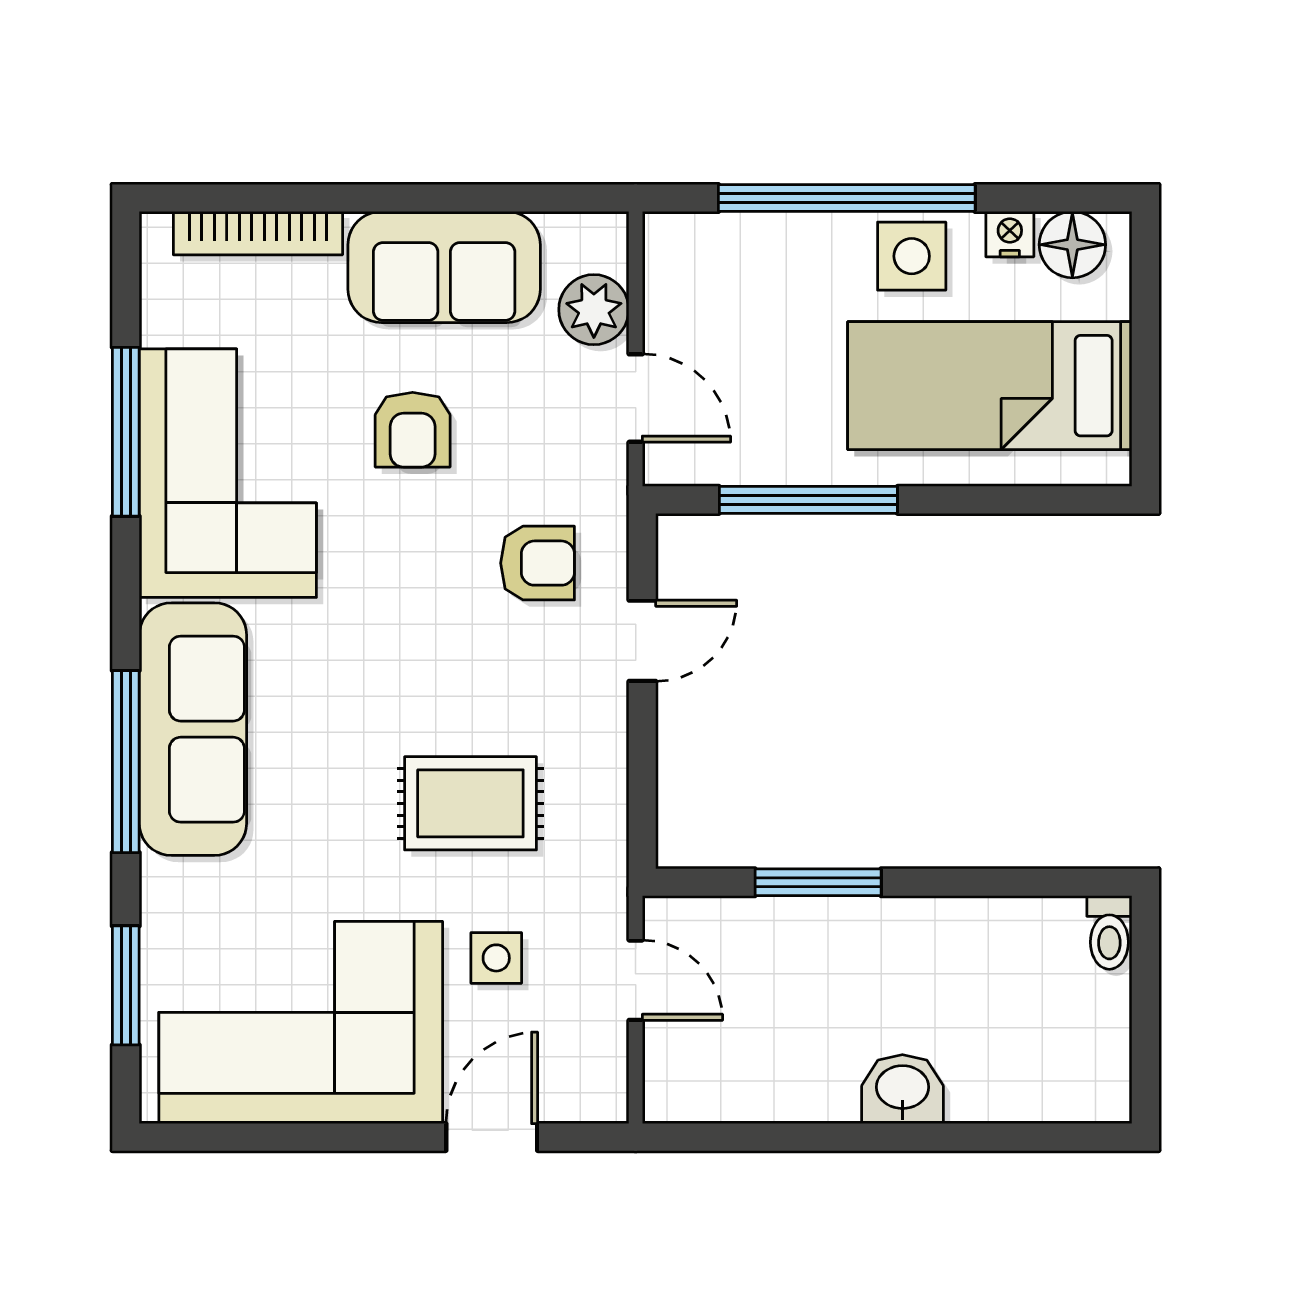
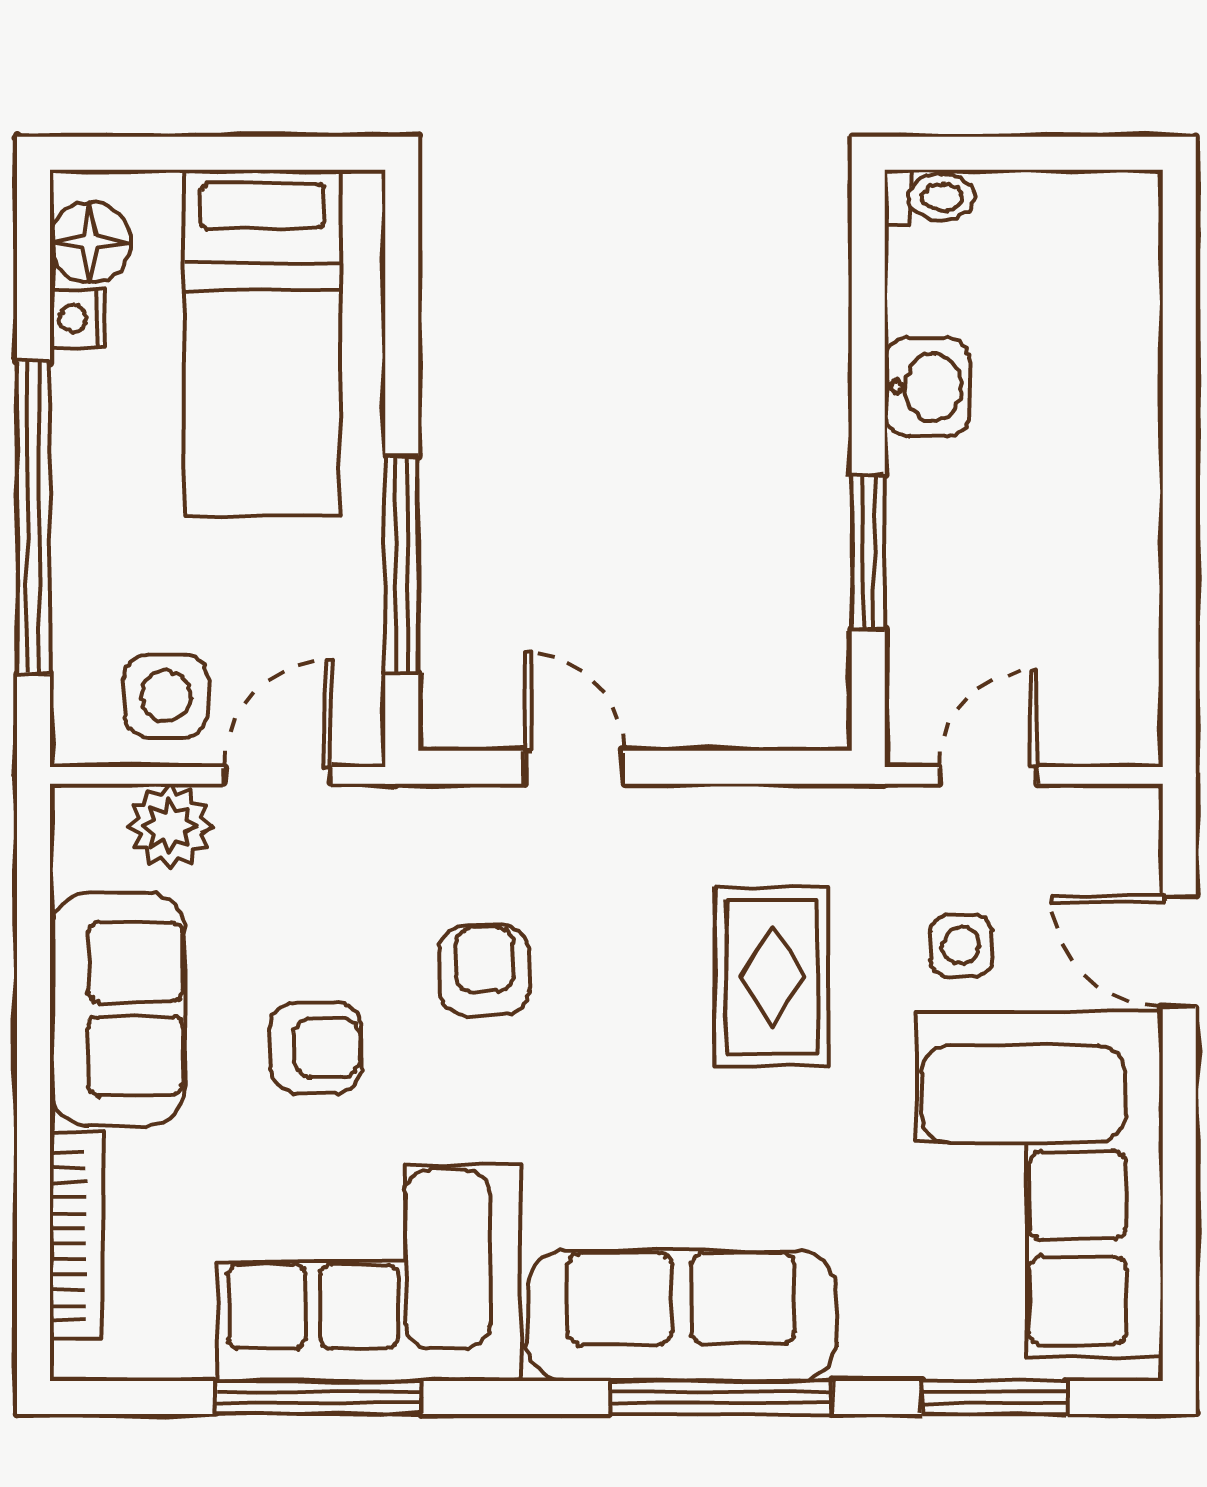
side table: (912, 256) -> (166, 696), moved
armchair: (538, 563) -> (485, 970), moved
washbasin: (902, 1089) -> (927, 387), moved, turned 180

